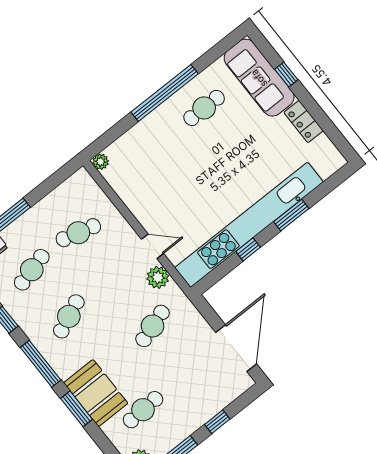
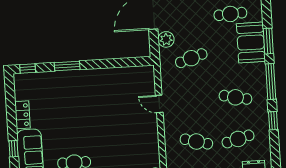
kitchen unit: (249, 225) -> (95, 77), removed
window: (248, 249) -> (28, 68), moved
plant: (158, 277) -> (166, 39), moved
cafe table: (69, 316) -> (235, 97), turned 36

